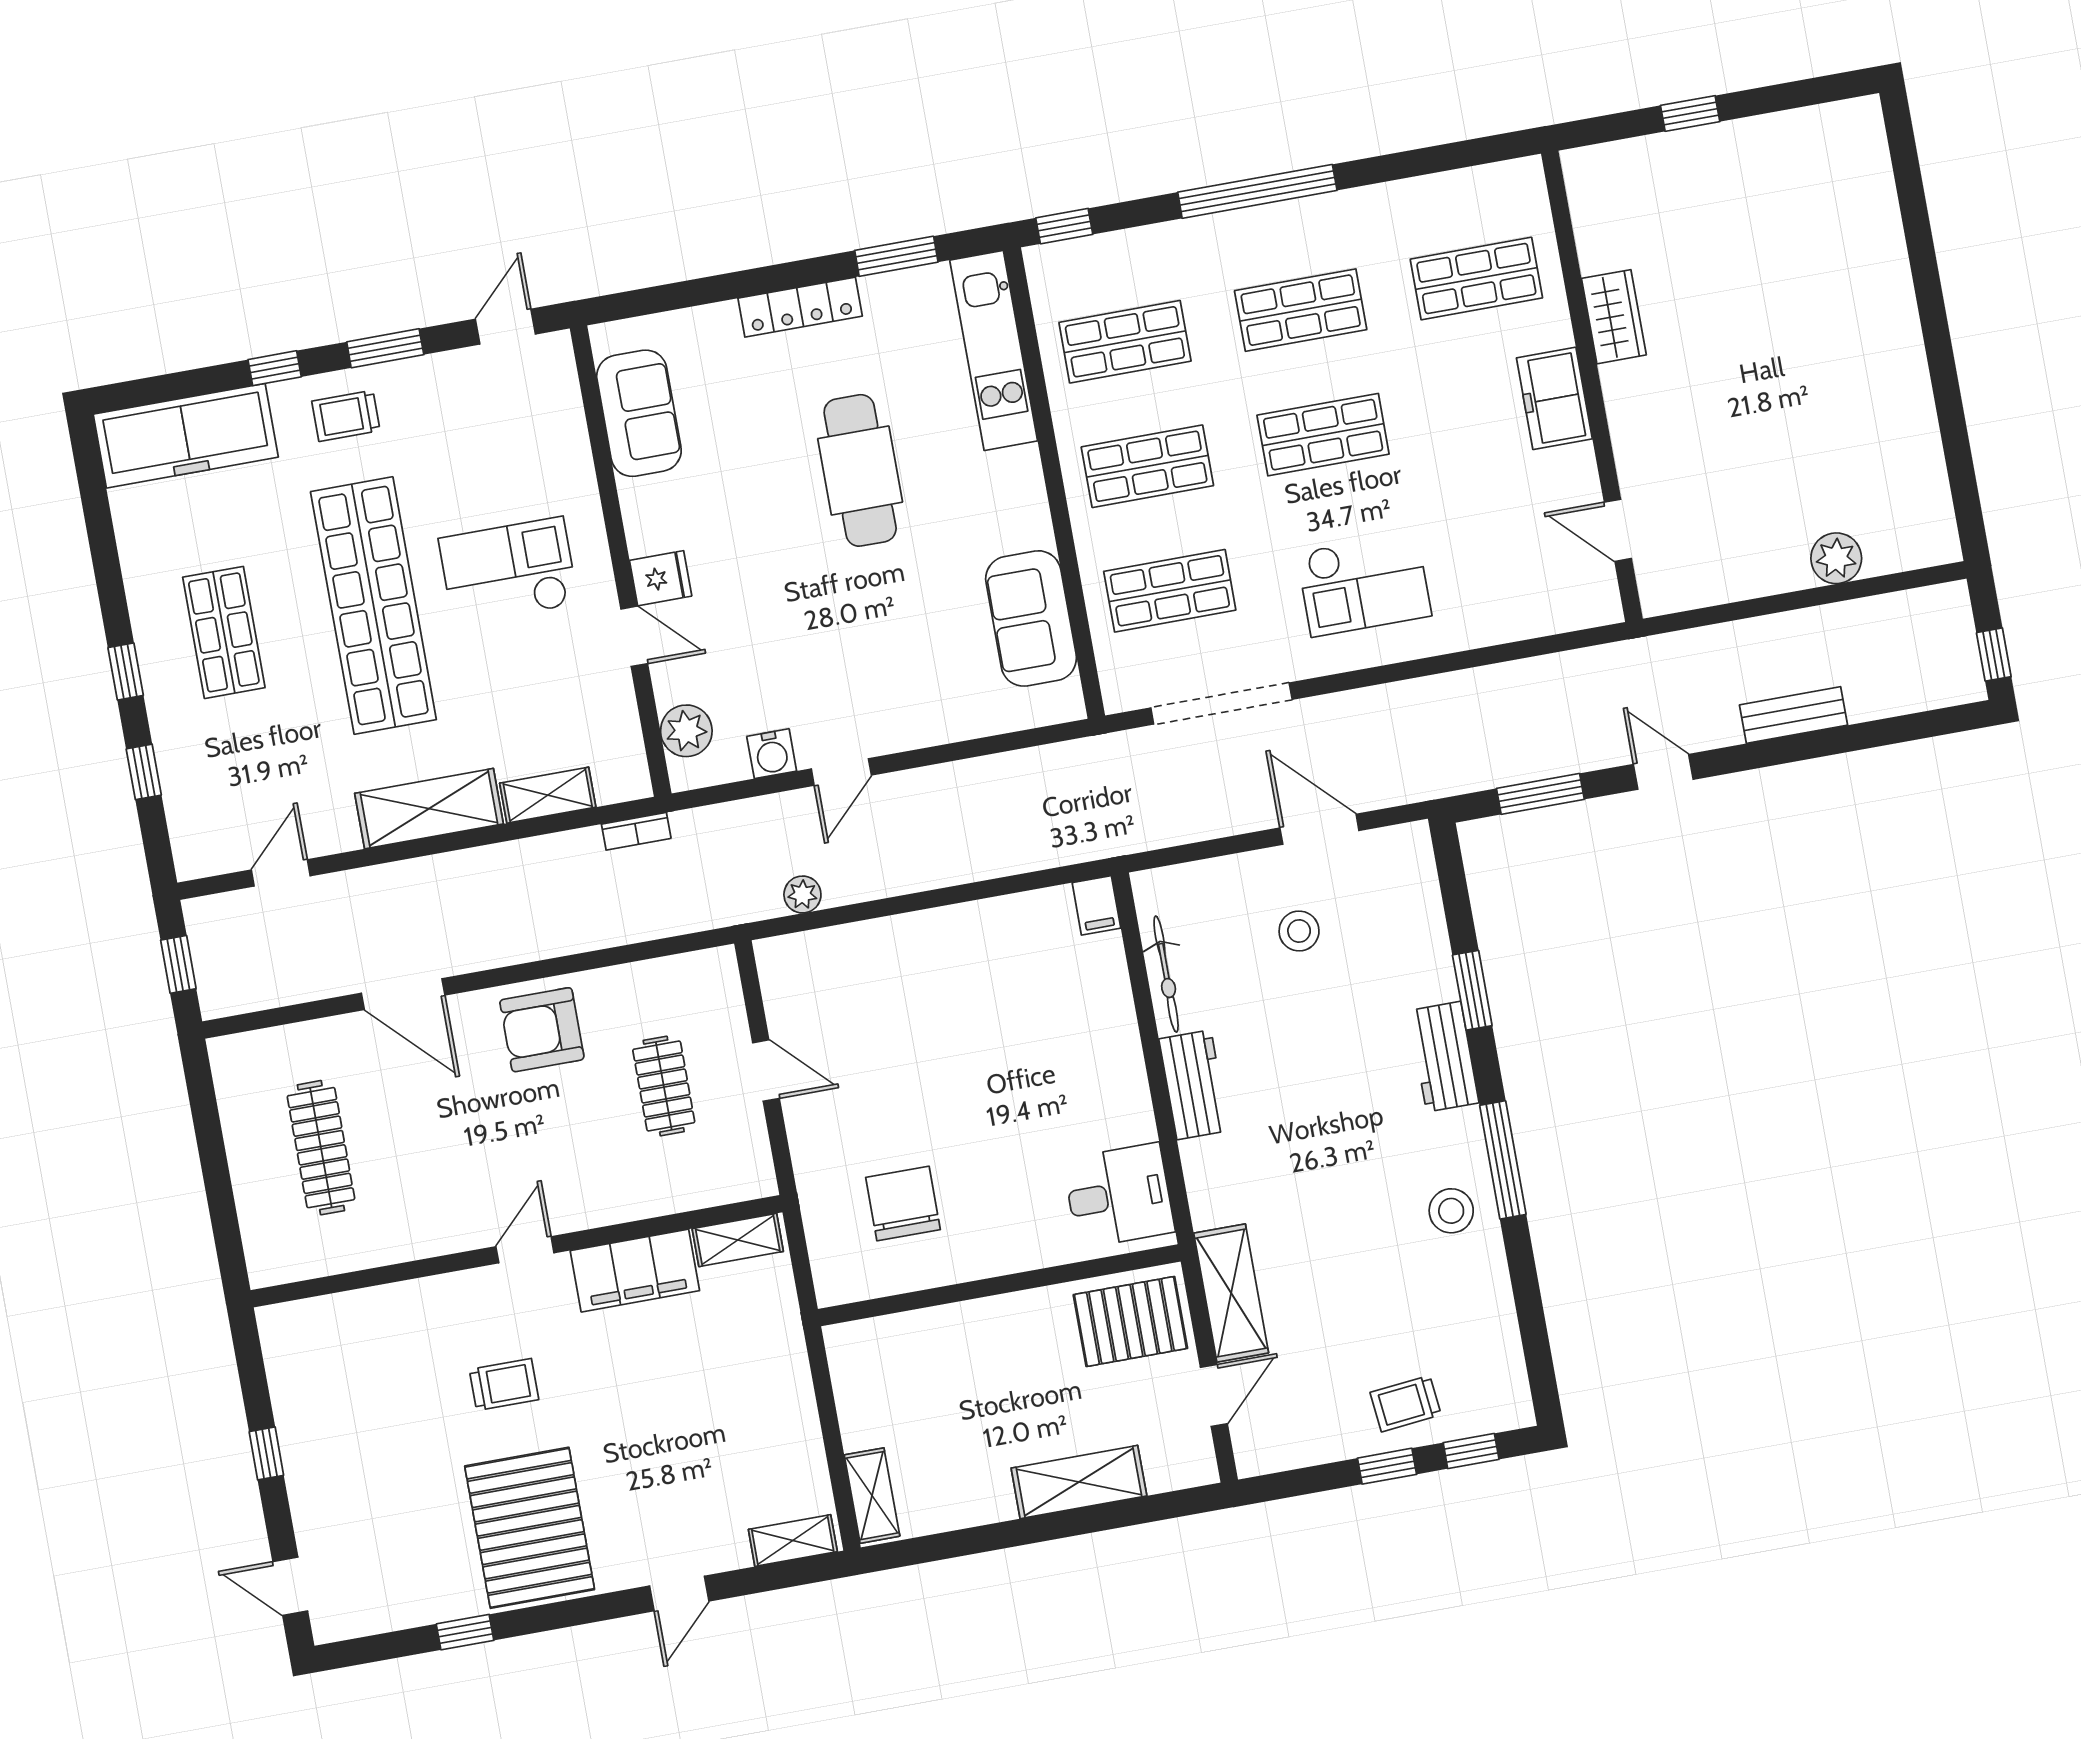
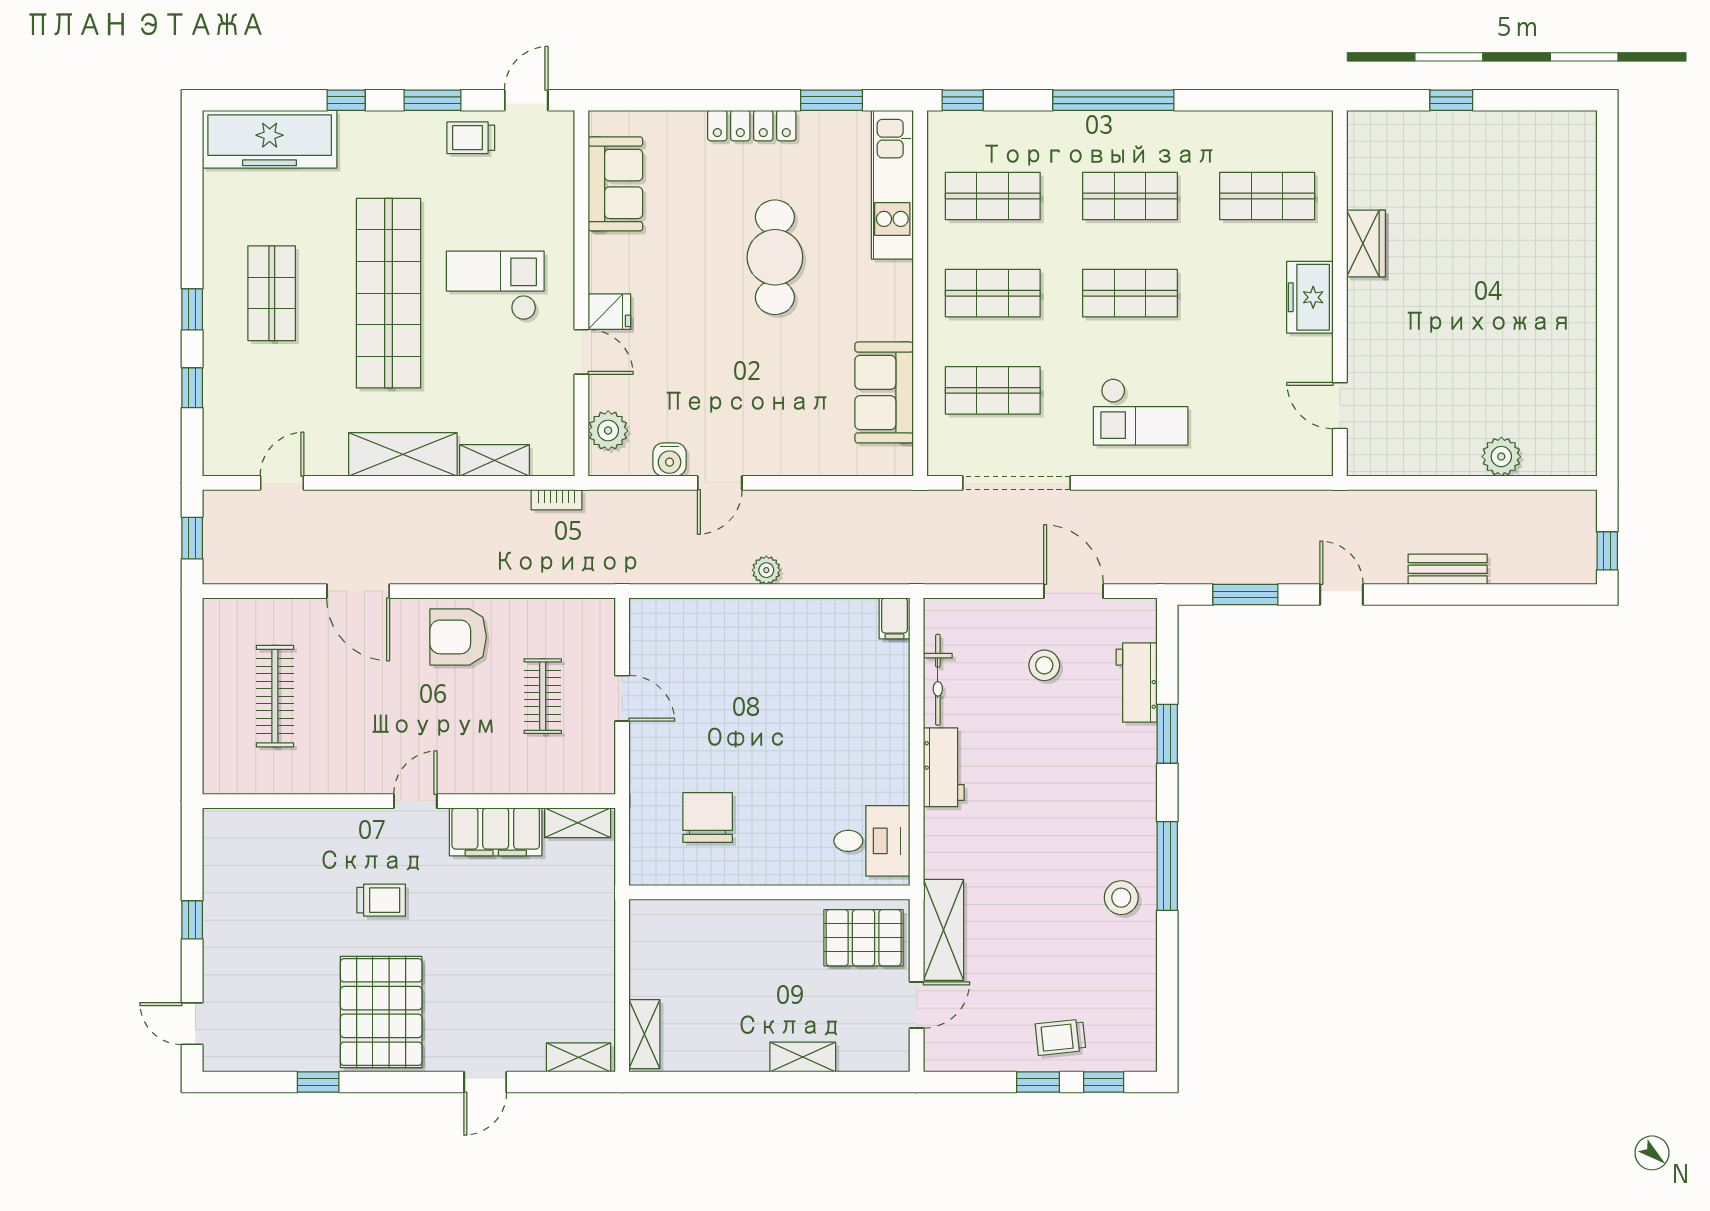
trolley: (346, 416) -> (471, 138), moved
plant: (802, 895) -> (766, 570), moved
workbench: (1444, 1057) -> (1137, 683), moved
shelving: (1079, 1482) -> (803, 1057), width x0.67, depth x0.75

